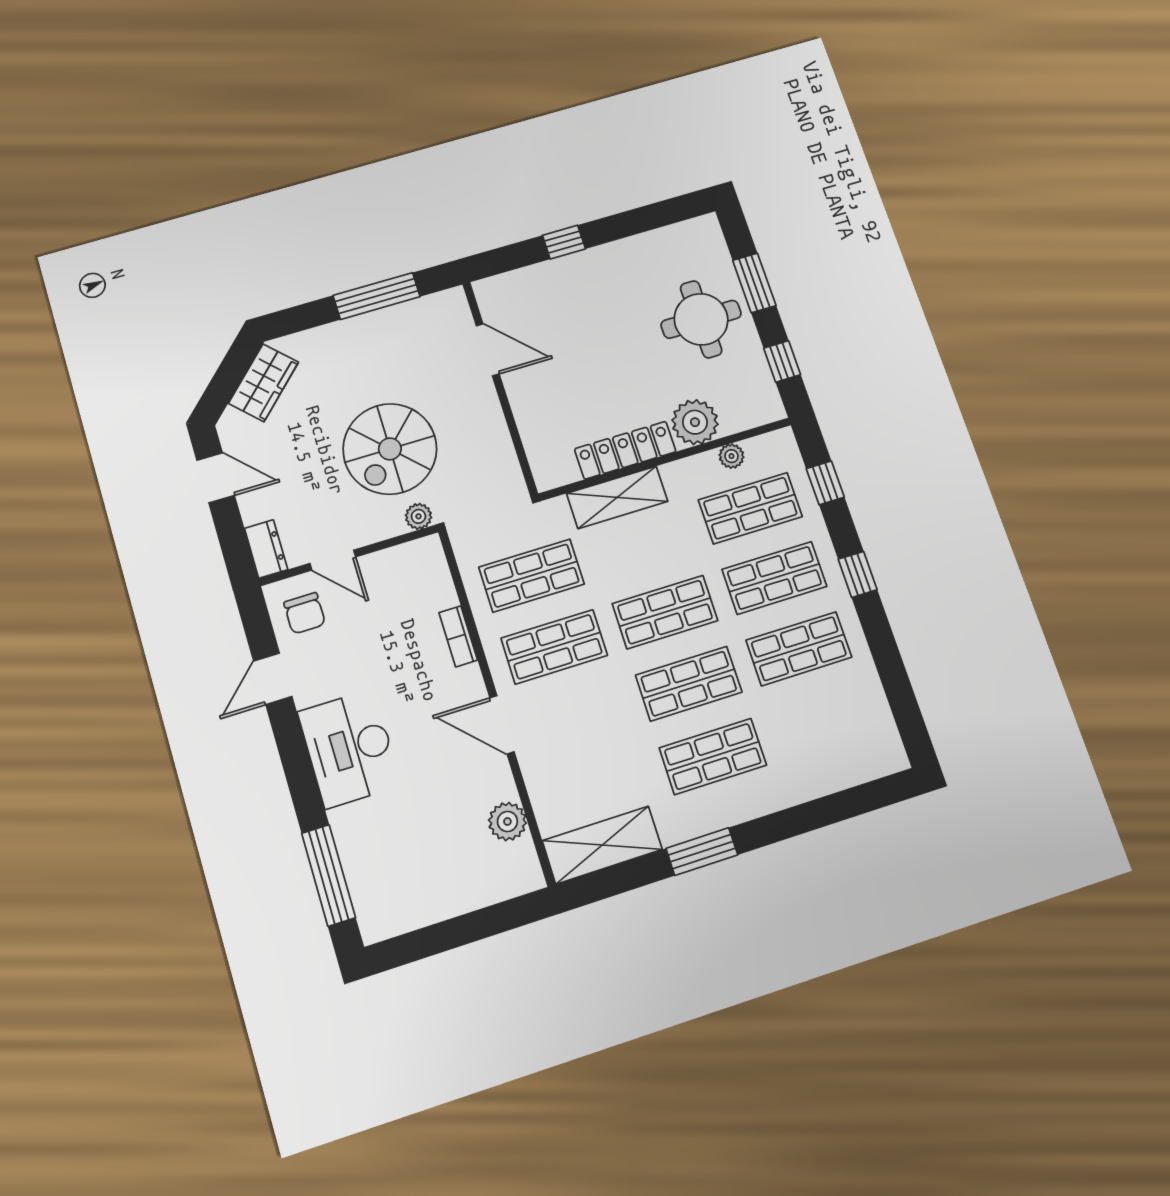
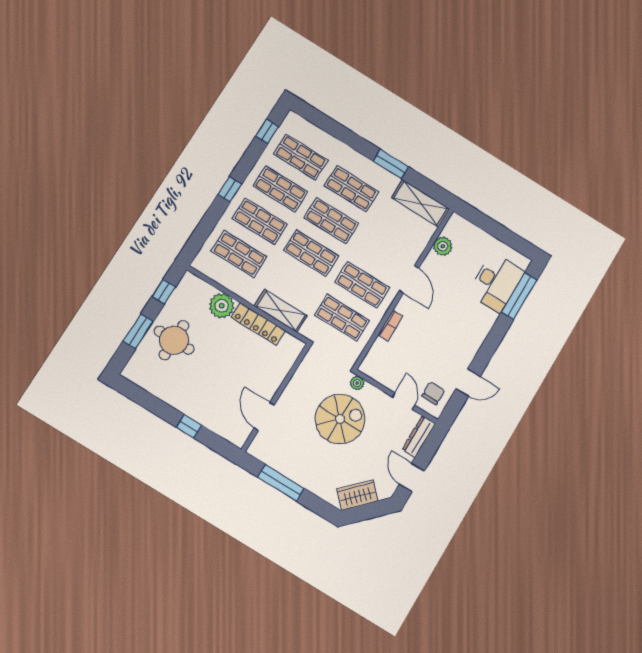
plant: (731, 456) -> (223, 279), removed
window: (825, 483) -> (267, 131), moved
dresser: (266, 549) -> (419, 437), width x1.44
shop shelf: (824, 721) -> (301, 157), added
desk: (349, 748) -> (496, 282), moved

